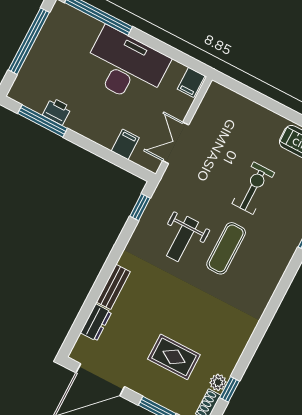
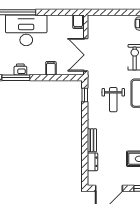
desk: (126, 66) -> (26, 30), moved
double door: (176, 143) -> (86, 55), width x1.37
filing cabinet: (125, 144) -> (51, 68), moved

